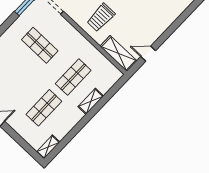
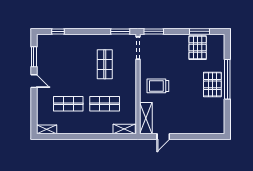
door: (148, 54) -> (163, 137), swing flipped
shelving: (91, 101) -> (124, 129), moved

